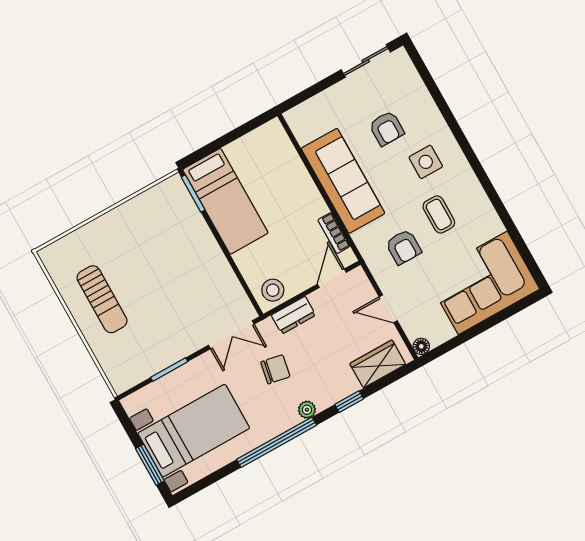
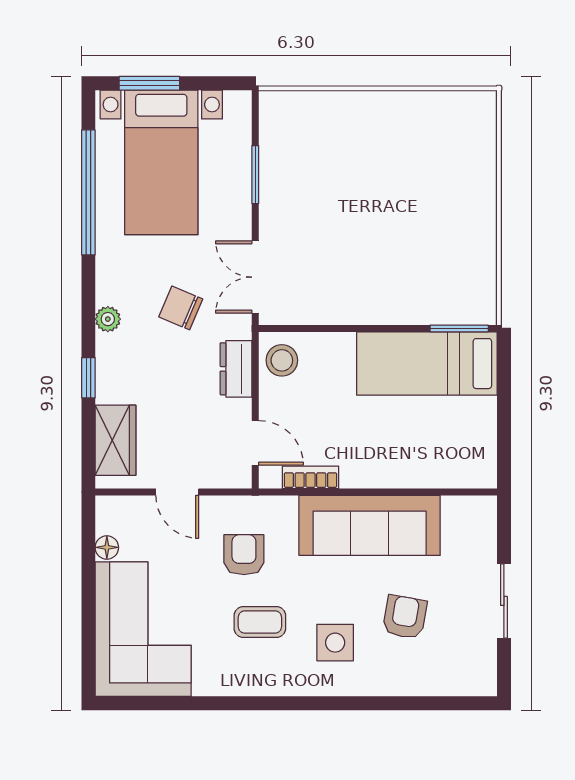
sliding door: (366, 61) -> (504, 601), moved
armchair: (387, 128) -> (405, 617), turned 100
armchair: (403, 247) -> (244, 555), turned 90
sun lounger: (102, 299) -> (391, 140), removed
door: (388, 309) -> (177, 492), swing flipped
floor lamp: (421, 346) -> (107, 547), moved
chair: (275, 369) -> (181, 308), turned 102
window: (277, 442) -> (88, 192), moved

